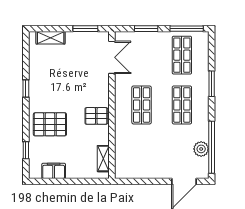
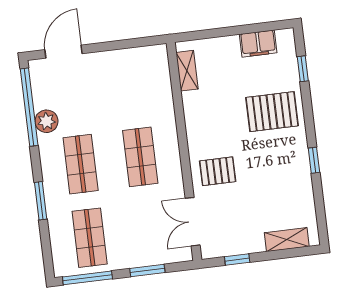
window: (85, 29) -> (237, 260), width x0.67
pallet: (96, 116) -> (218, 171), moved
plant: (201, 149) -> (46, 121), moved

